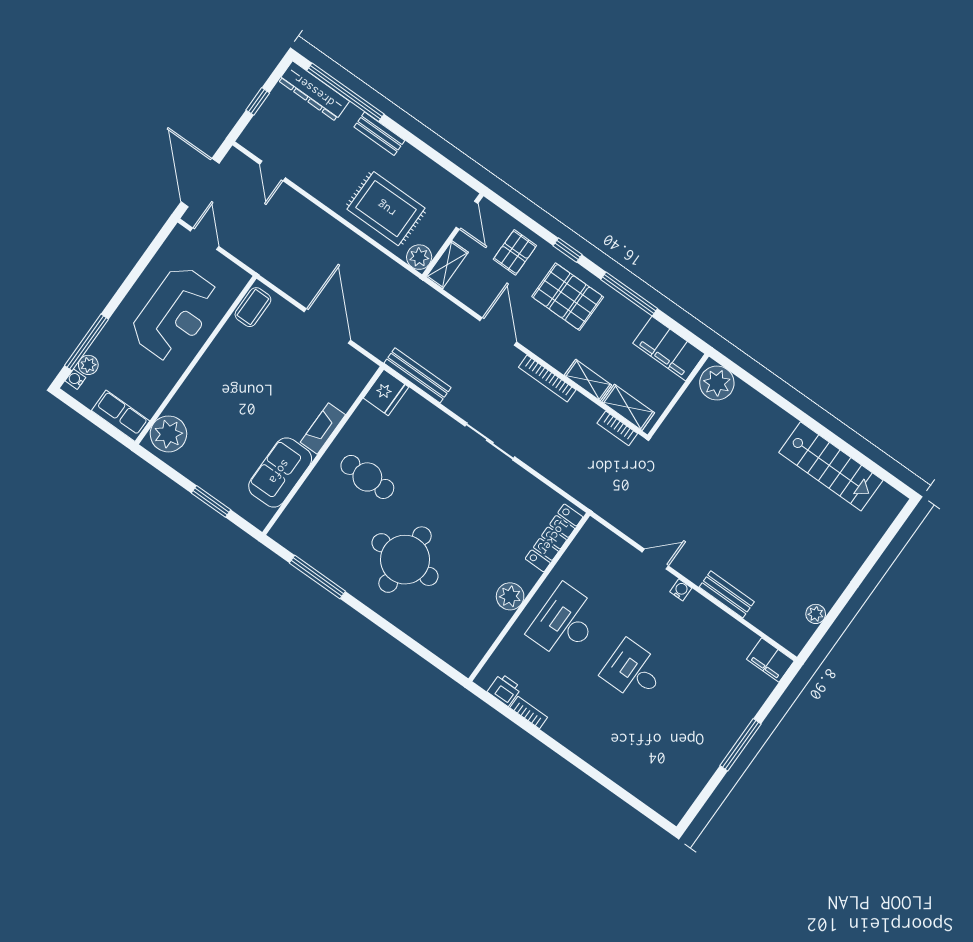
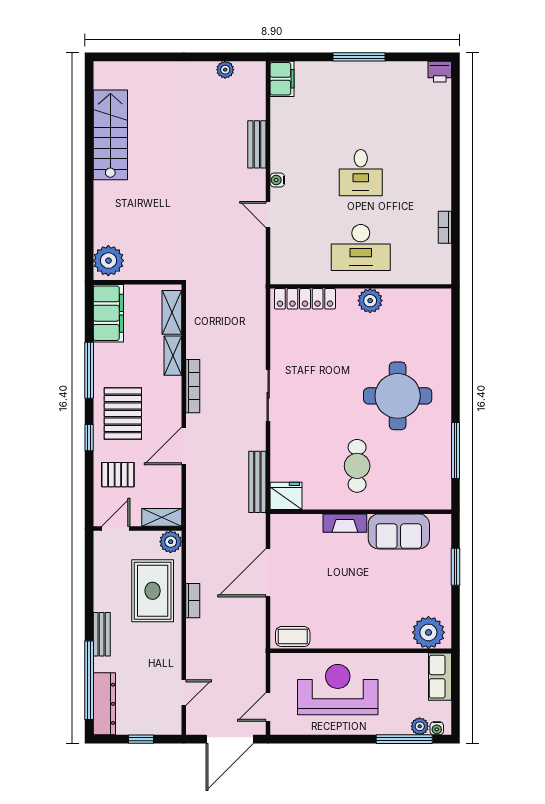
bookcase: (617, 428) -> (193, 601), moved
printer: (504, 690) -> (440, 72), moved, turned -90

